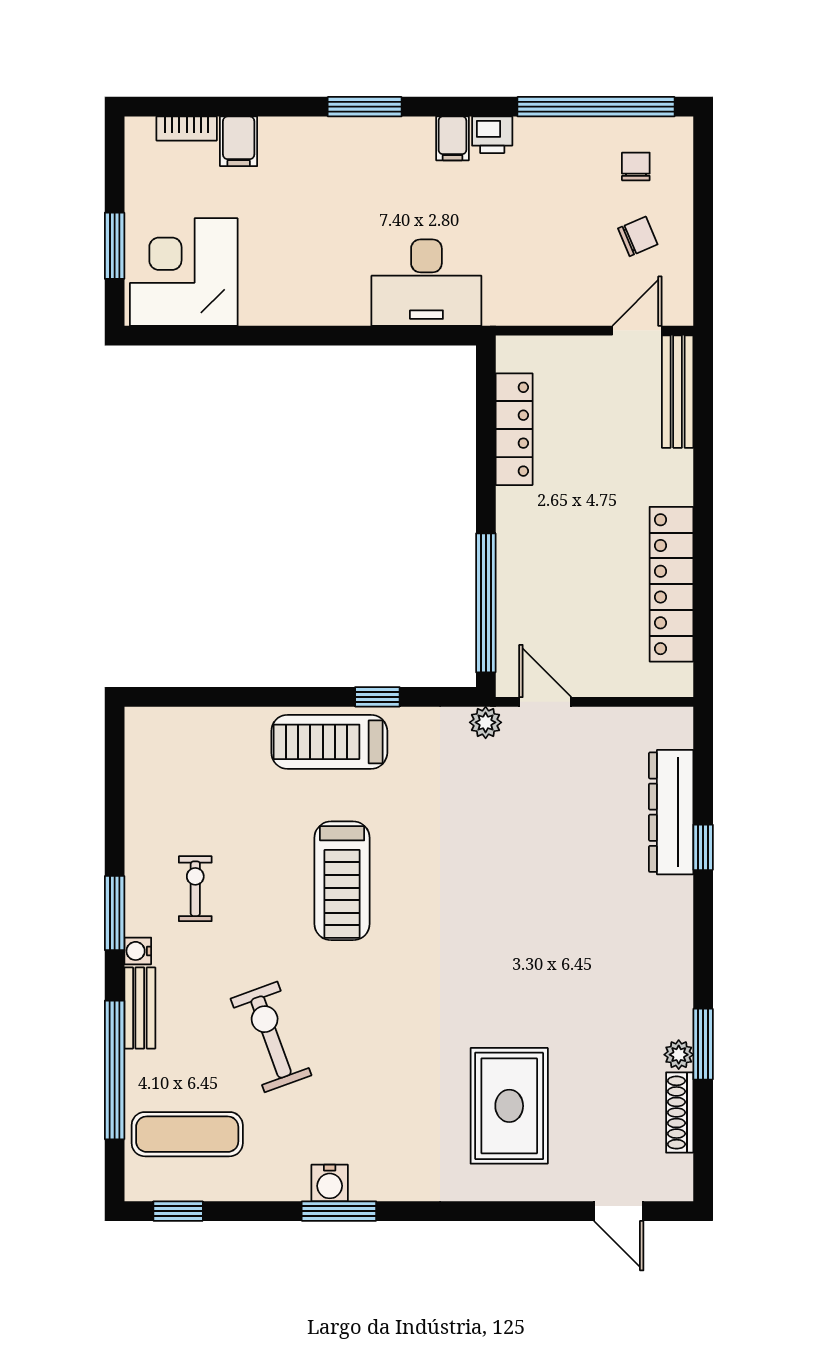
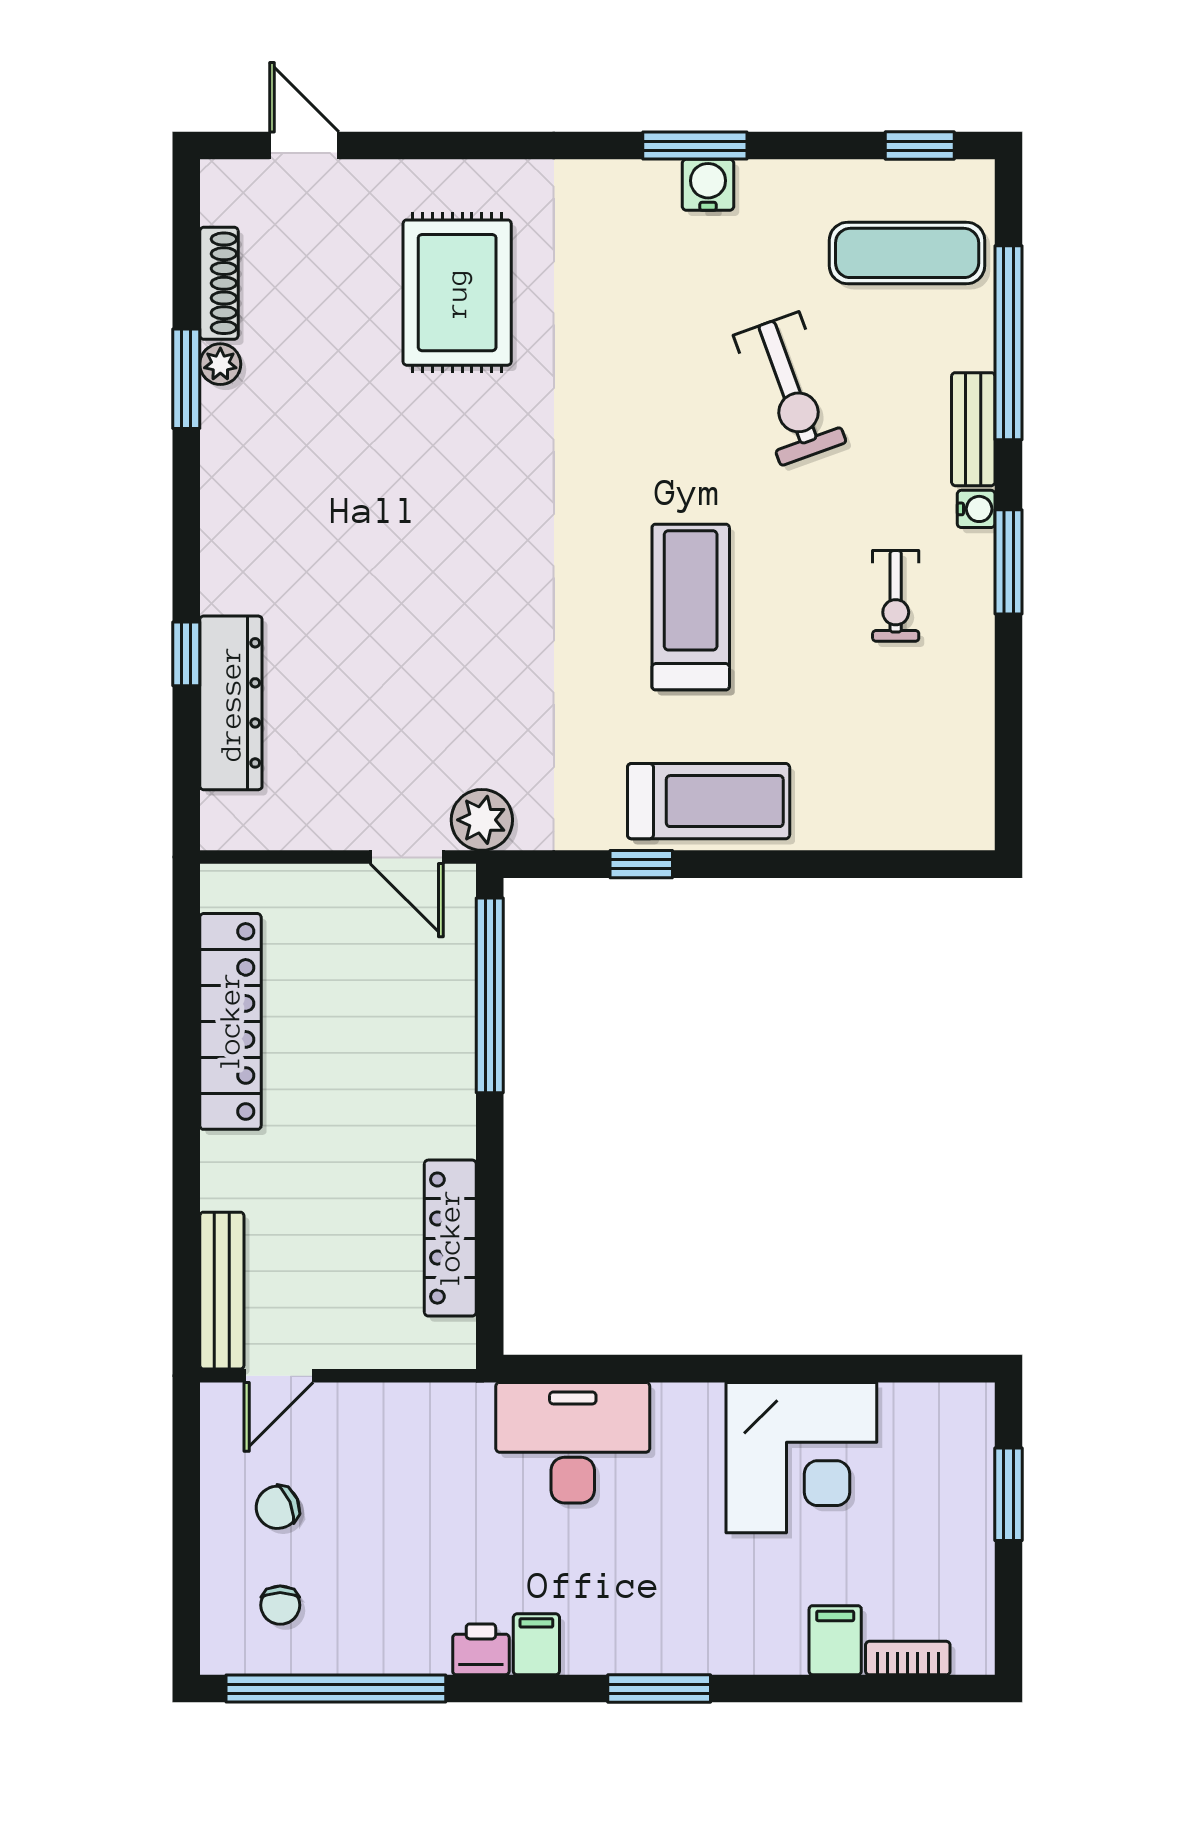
corner desk: (184, 272) -> (801, 1458), moved
plant: (486, 722) -> (482, 820), width x1.38, depth x1.38

